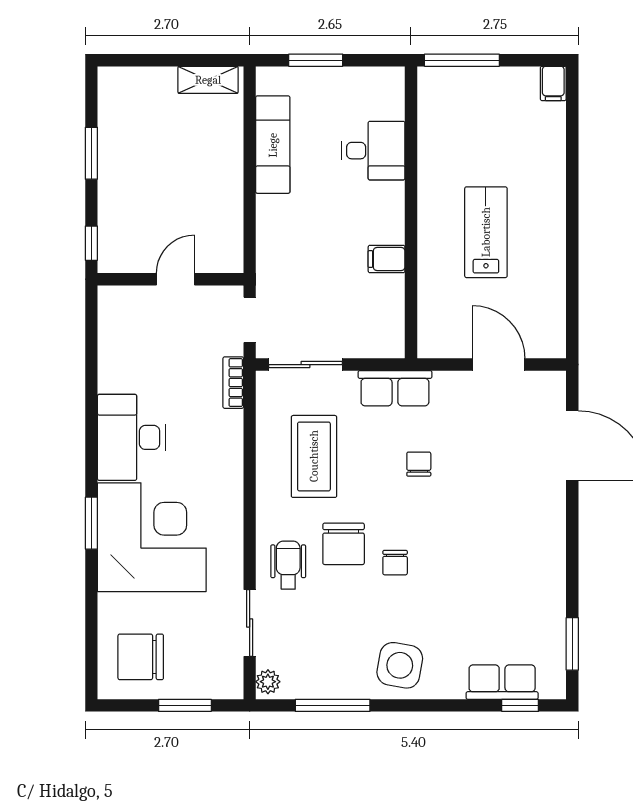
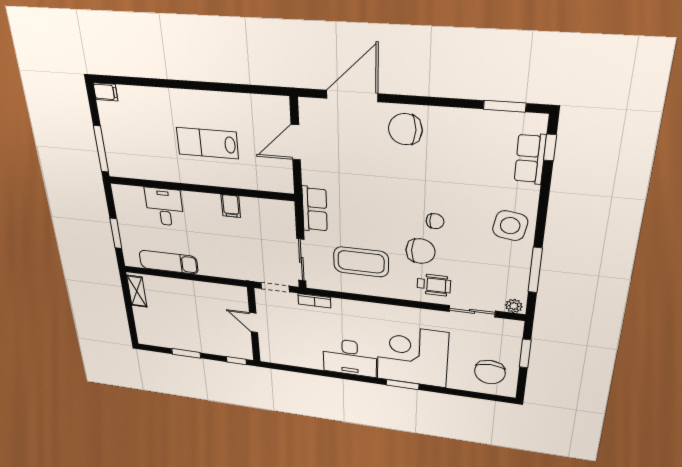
chair: (419, 464) -> (405, 129), moved, width x1.87, depth x1.87
wheelchair: (288, 565) -> (434, 285), turned 180

